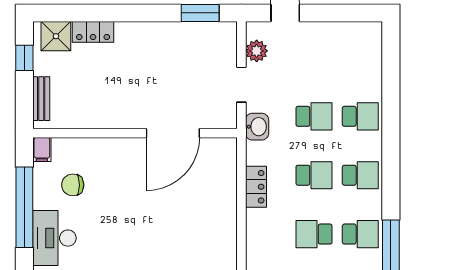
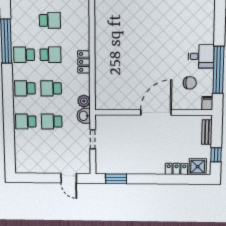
plant: (257, 51) -> (84, 101), moved
door: (173, 133) -> (156, 112), moved
locker: (256, 187) -> (84, 62), moved
desk: (54, 238) -> (201, 56), width x0.73

